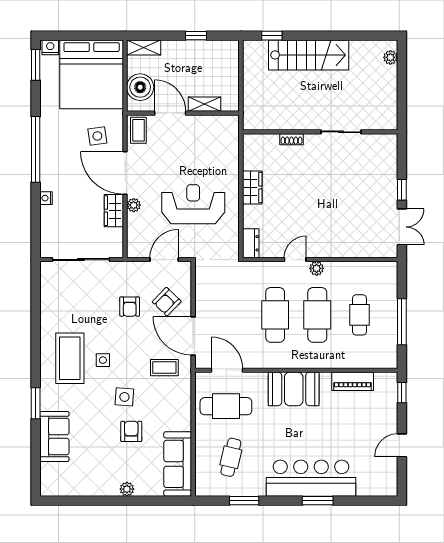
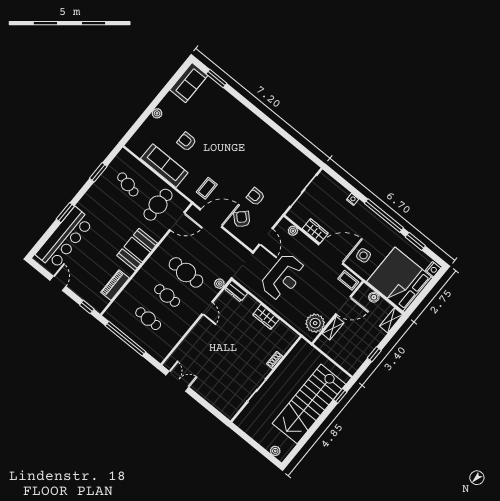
stairs: (309, 55) -> (309, 404), width x1.36, depth x1.51
window: (36, 65) -> (415, 241), moved
boiler: (140, 87) -> (374, 297), width x0.54, depth x0.54
plant: (215, 128) -> (315, 323), added
window: (402, 190) -> (198, 398), removed
plant: (134, 205) -> (293, 231), moved
double door: (402, 227) -> (177, 381), swing flipped
plant: (317, 268) -> (219, 284), moved
cafe table: (317, 315) -> (167, 296), width x0.73, depth x0.74
window: (402, 322) -> (125, 339), width x1.46
coffee table: (70, 358) -> (254, 141), removed
side table: (103, 360) -> (238, 158), removed
side table: (124, 397) -> (209, 153), removed
window: (36, 403) -> (216, 79), moved
armchair: (131, 431) -> (187, 142), turned 180
sofa: (54, 436) -> (189, 83), moved, turned -90
sofa: (178, 464) -> (164, 166), moved
bar counter: (311, 478) -> (65, 238), moved

